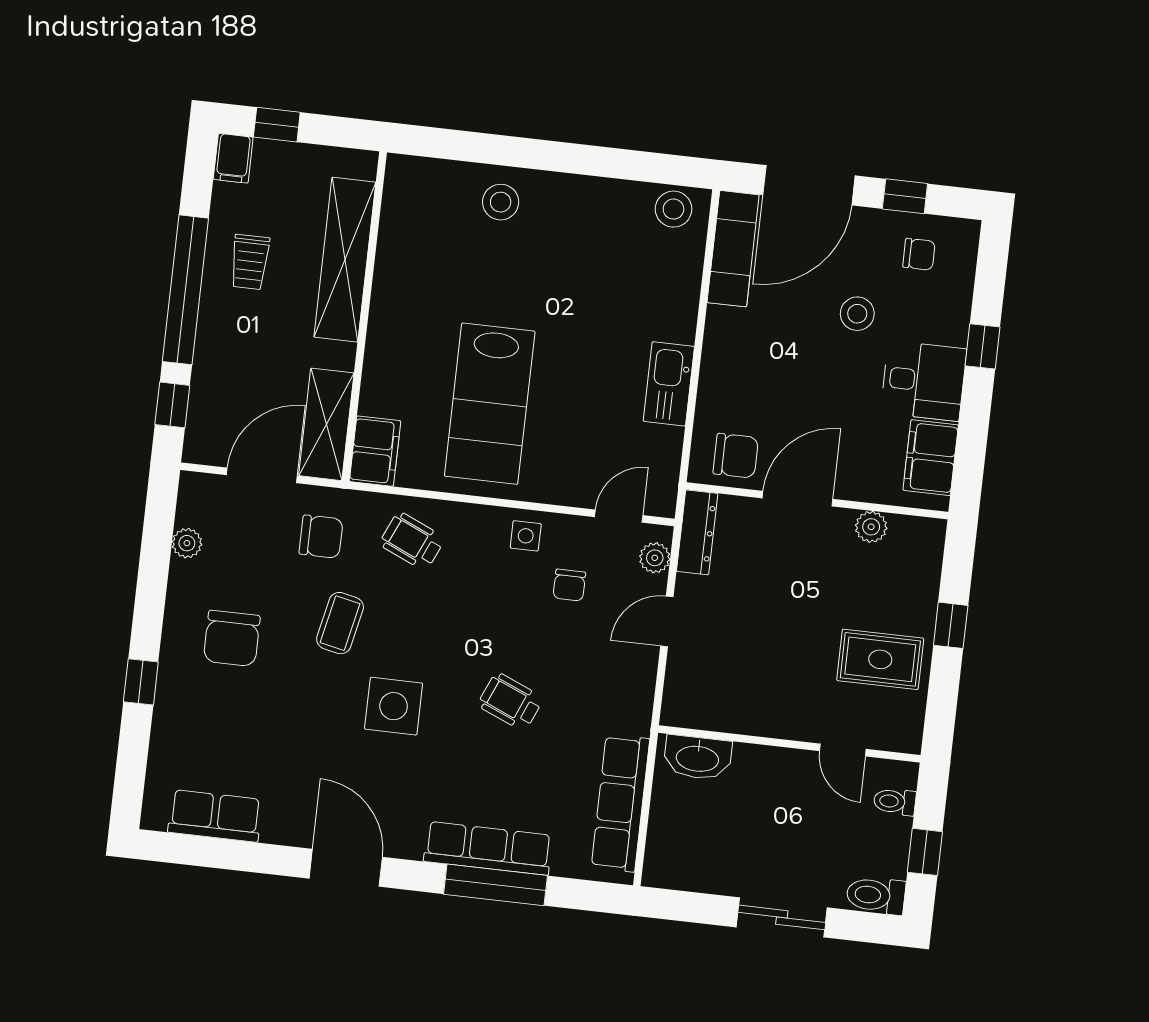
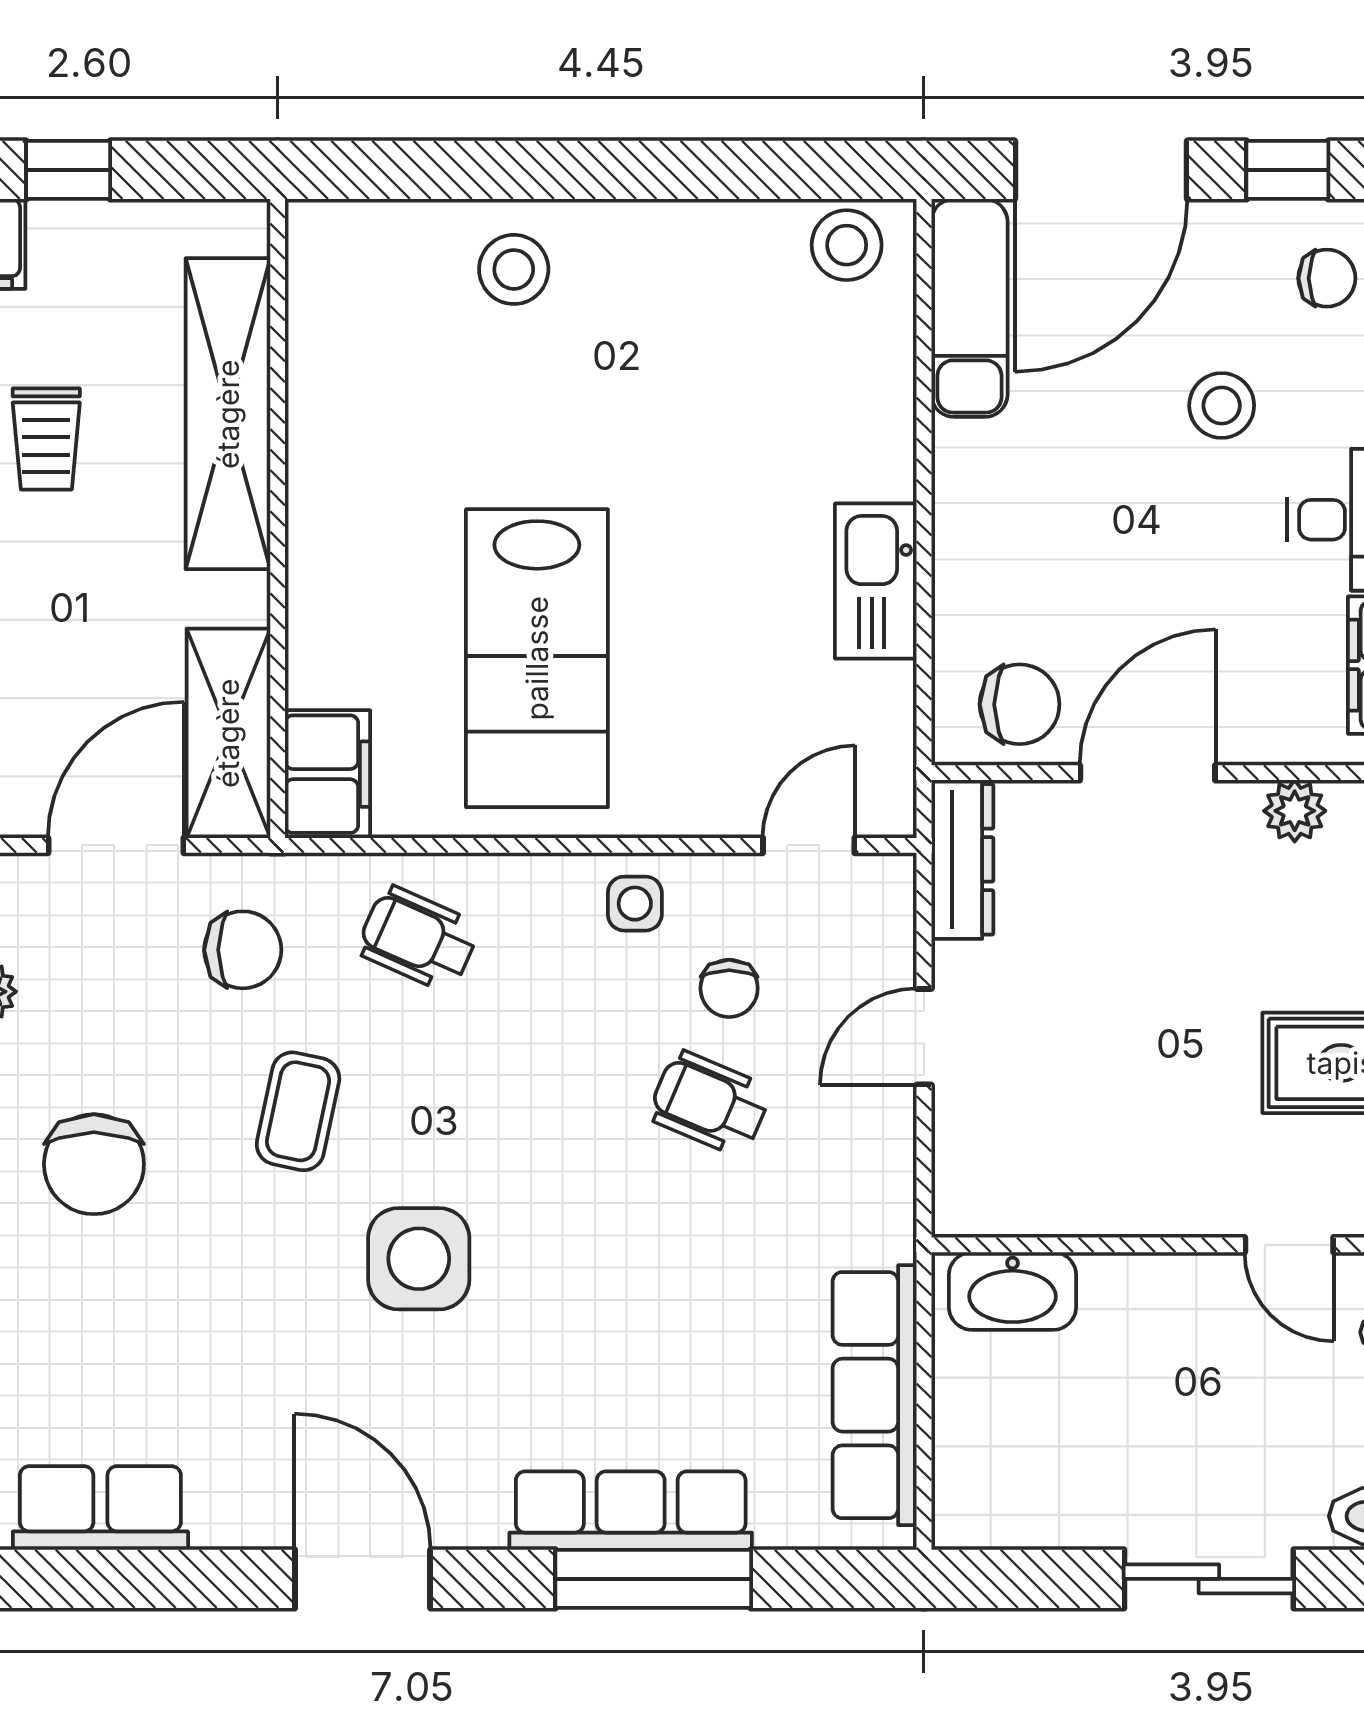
plant: (655, 558) -> (887, 917), removed
wheelchair: (510, 702) -> (710, 1103), moved

